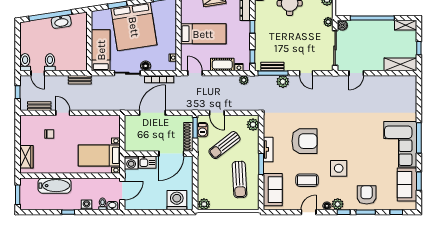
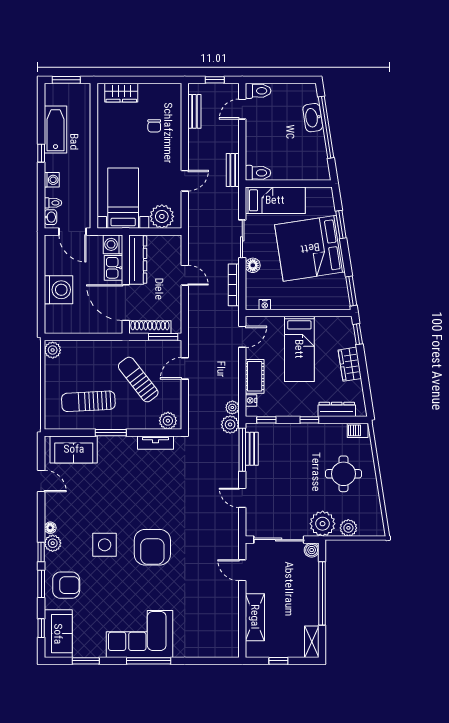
washbasin: (61, 22) -> (313, 118), moved
plant: (328, 22) -> (323, 524), width x1.87, depth x1.87
toilet: (50, 62) -> (258, 173), moved
shelving: (400, 64) -> (255, 617), moved
door: (306, 73) -> (242, 498), hinge flipped
plant: (283, 82) -> (230, 425), moved
door: (63, 113) -> (185, 181), moved
door: (152, 113) -> (185, 275), width x0.53
plant: (112, 129) -> (162, 216), added
barbecue: (202, 130) -> (160, 348), removed
armchair: (304, 141) -> (152, 547), moved
dresser: (142, 145) -> (138, 260), added
tv unit: (268, 149) -> (155, 443), moved
coffee table: (307, 180) -> (87, 499), removed
sofa: (407, 185) -> (58, 634), moved, turned 90
bathtub: (54, 186) -> (56, 129), moved, turned 180
washing machine: (177, 200) -> (58, 290), moved
door: (309, 212) -> (41, 481), moved

